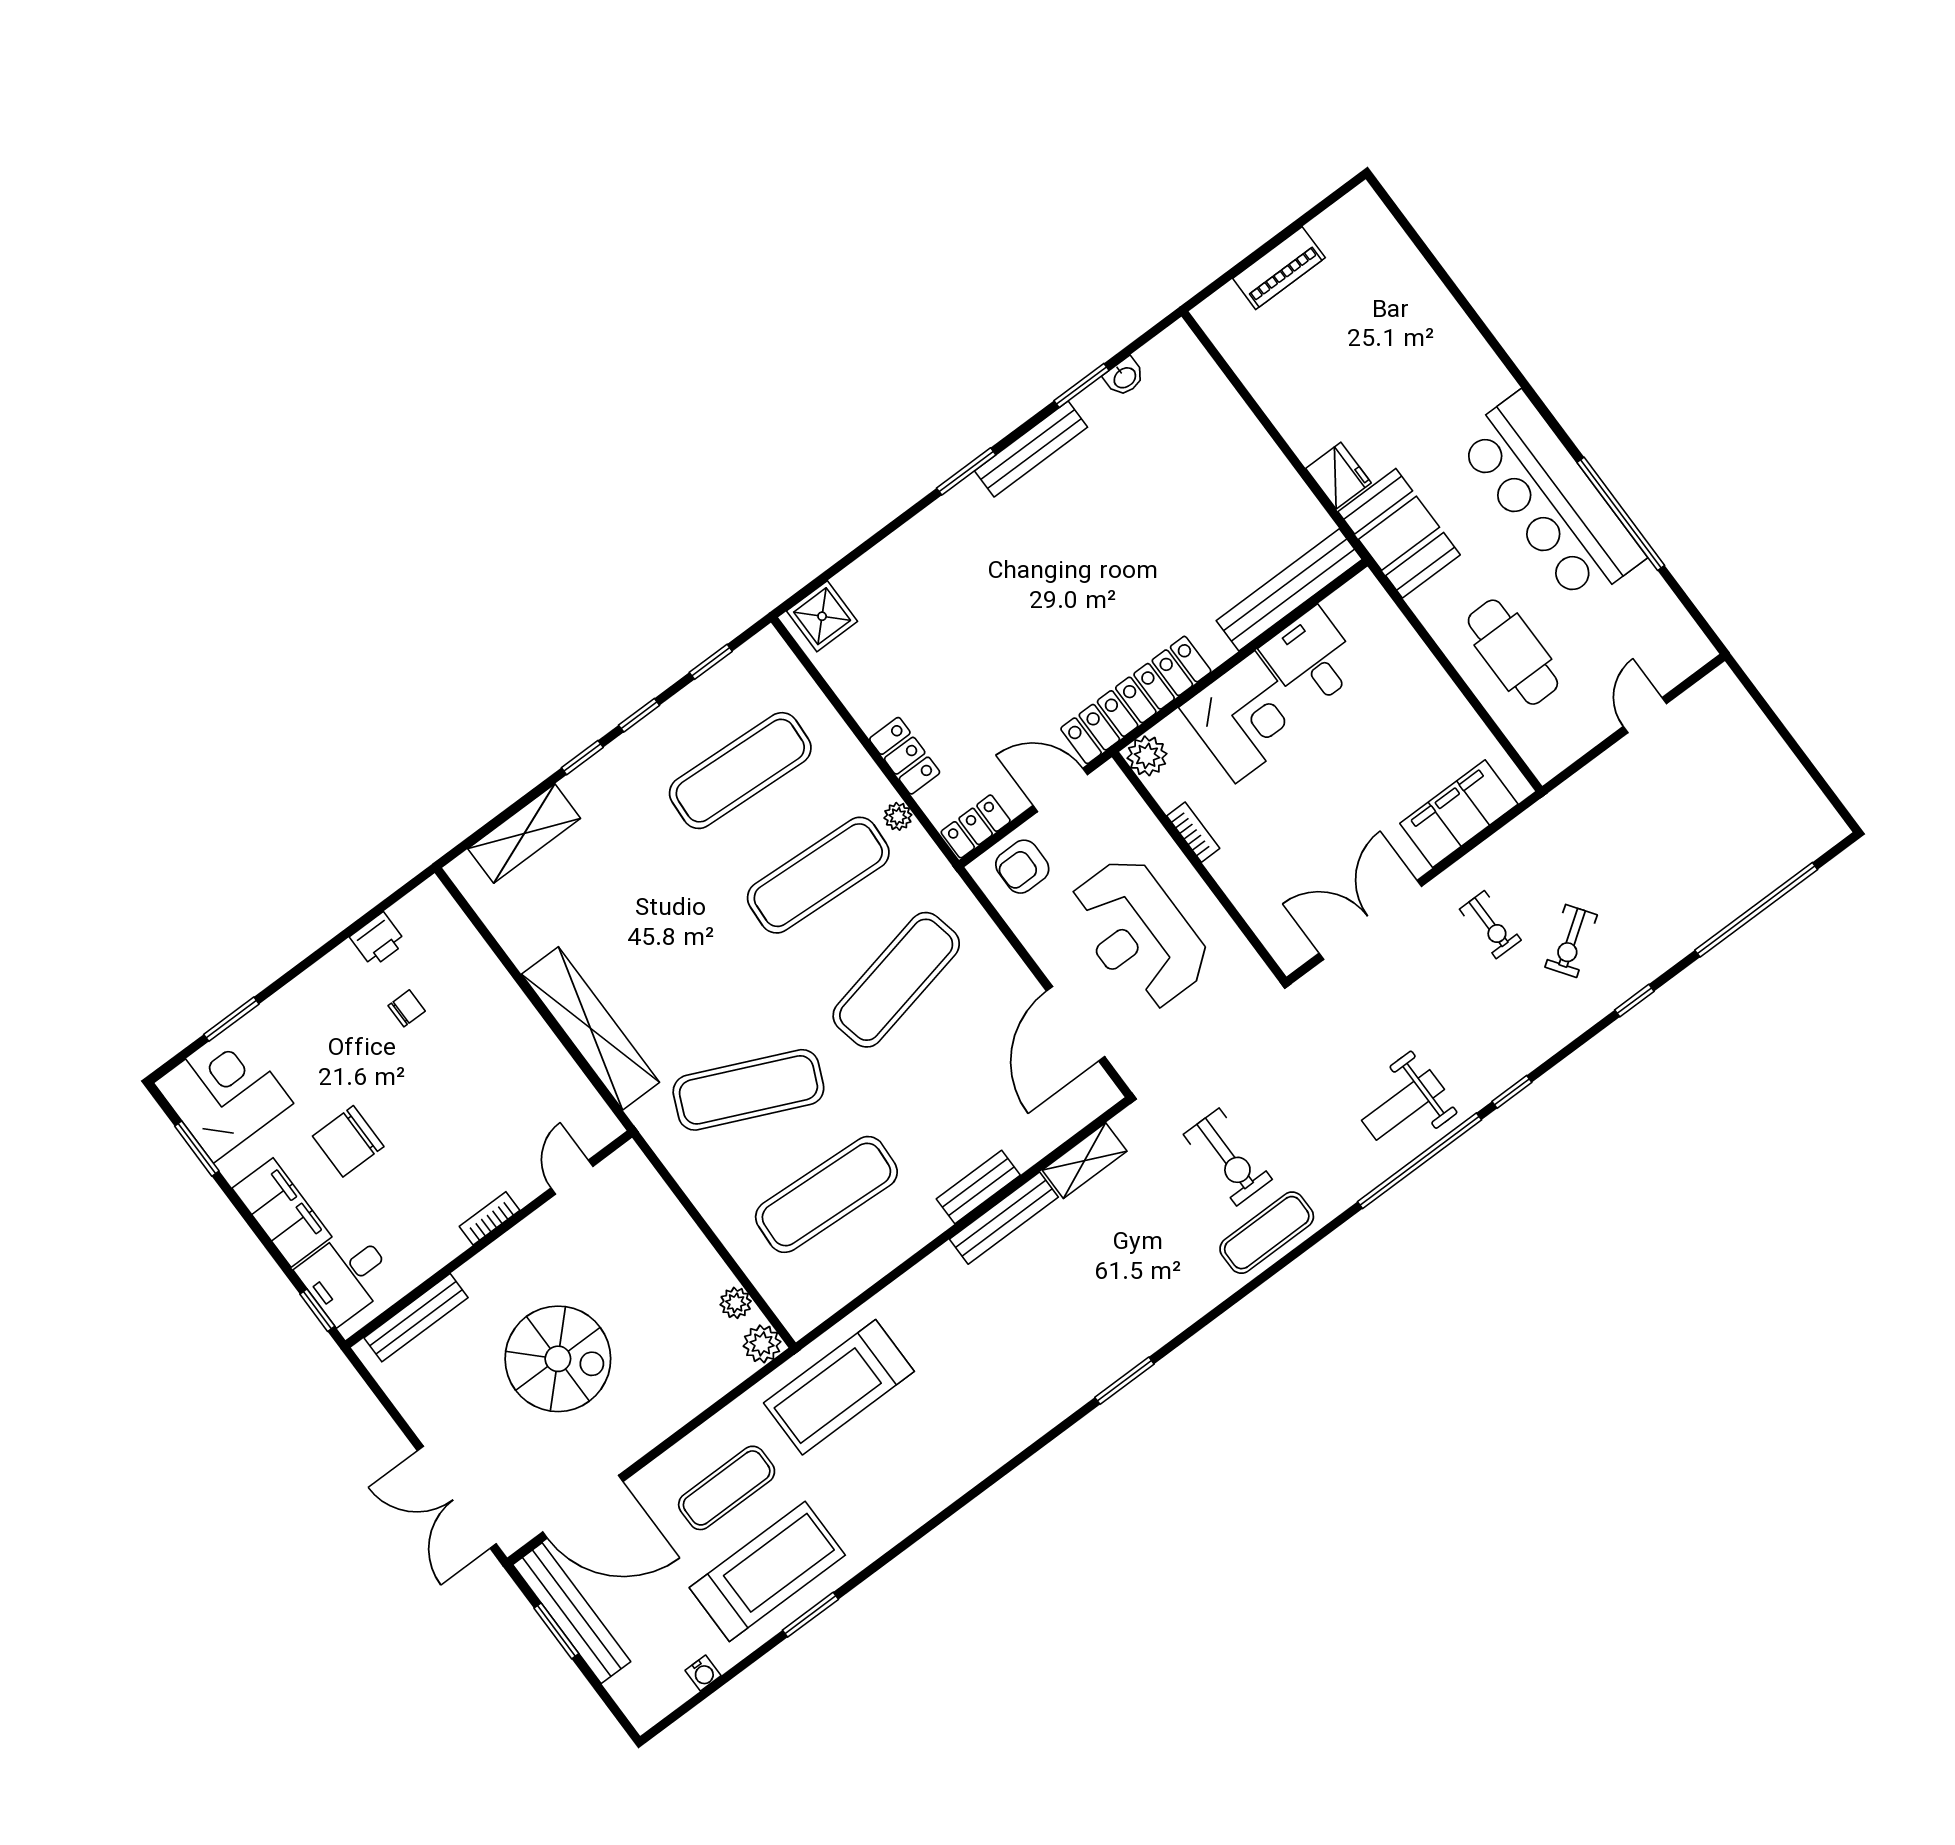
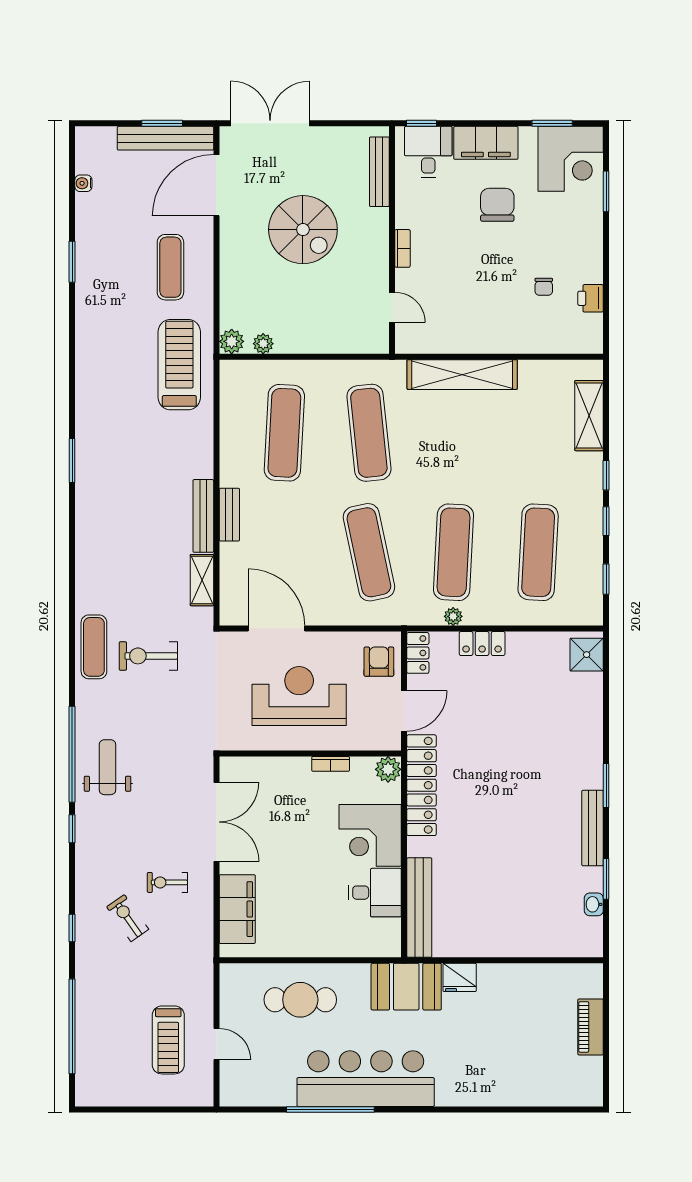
exercise mat: (748, 1090) -> (369, 433), turned -30
spiral stairs: (558, 1359) -> (303, 230), turned -90
window: (1124, 1381) -> (72, 460), moved
treadmill: (767, 1571) -> (168, 1040), moved, width x0.73, depth x0.73

